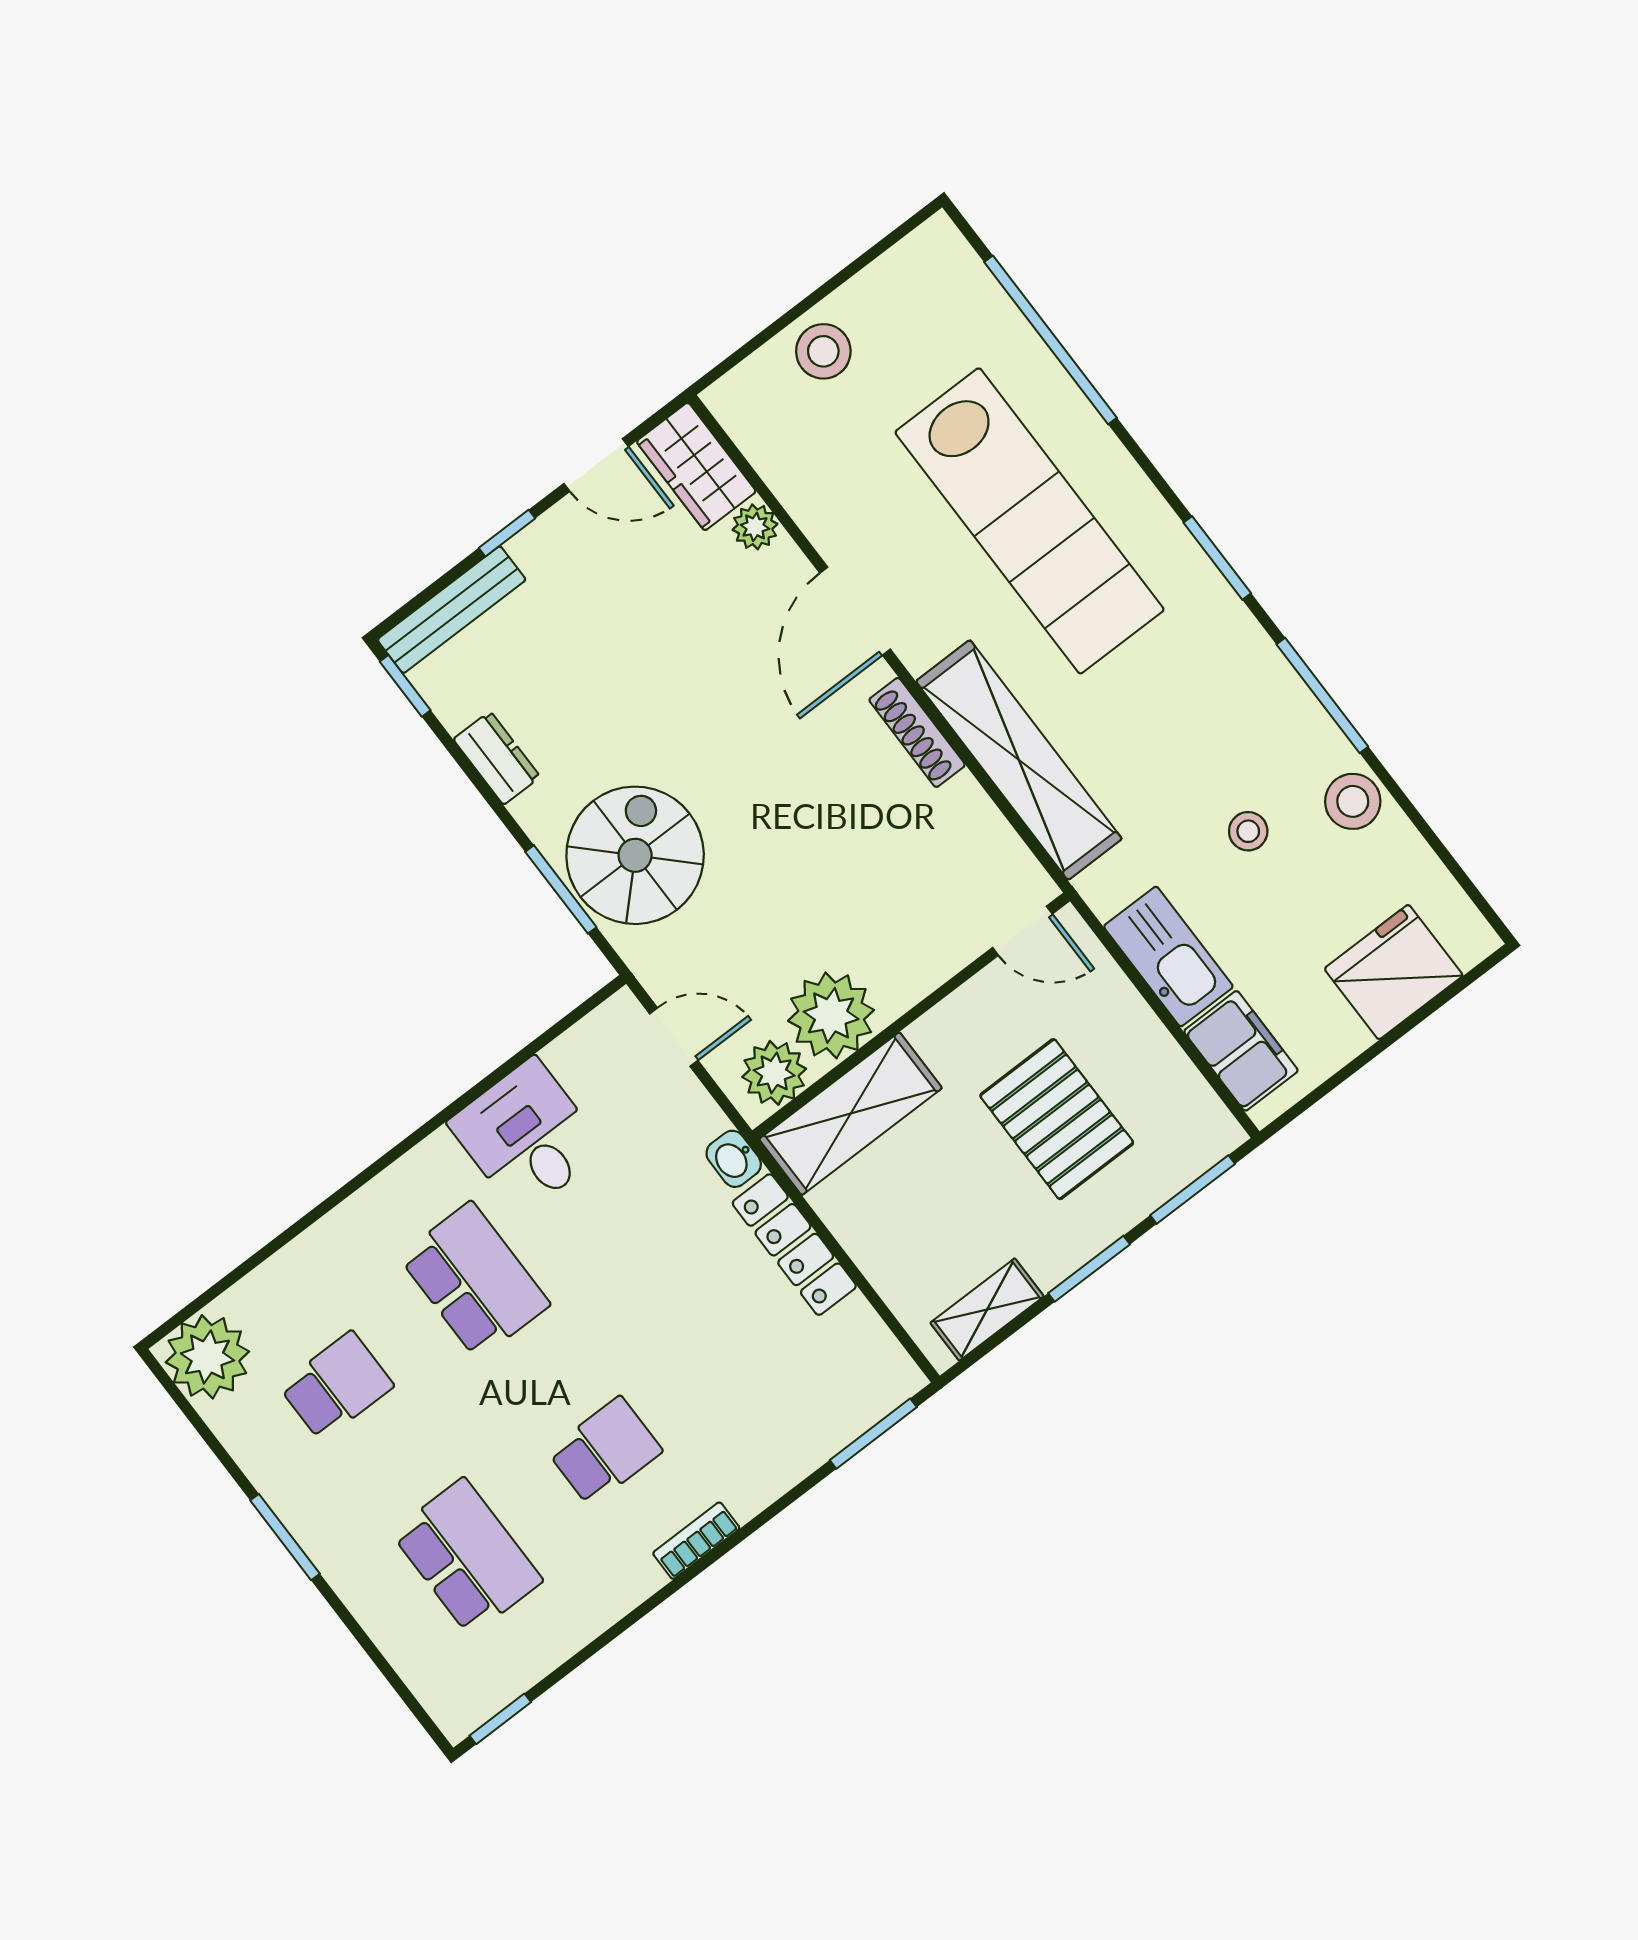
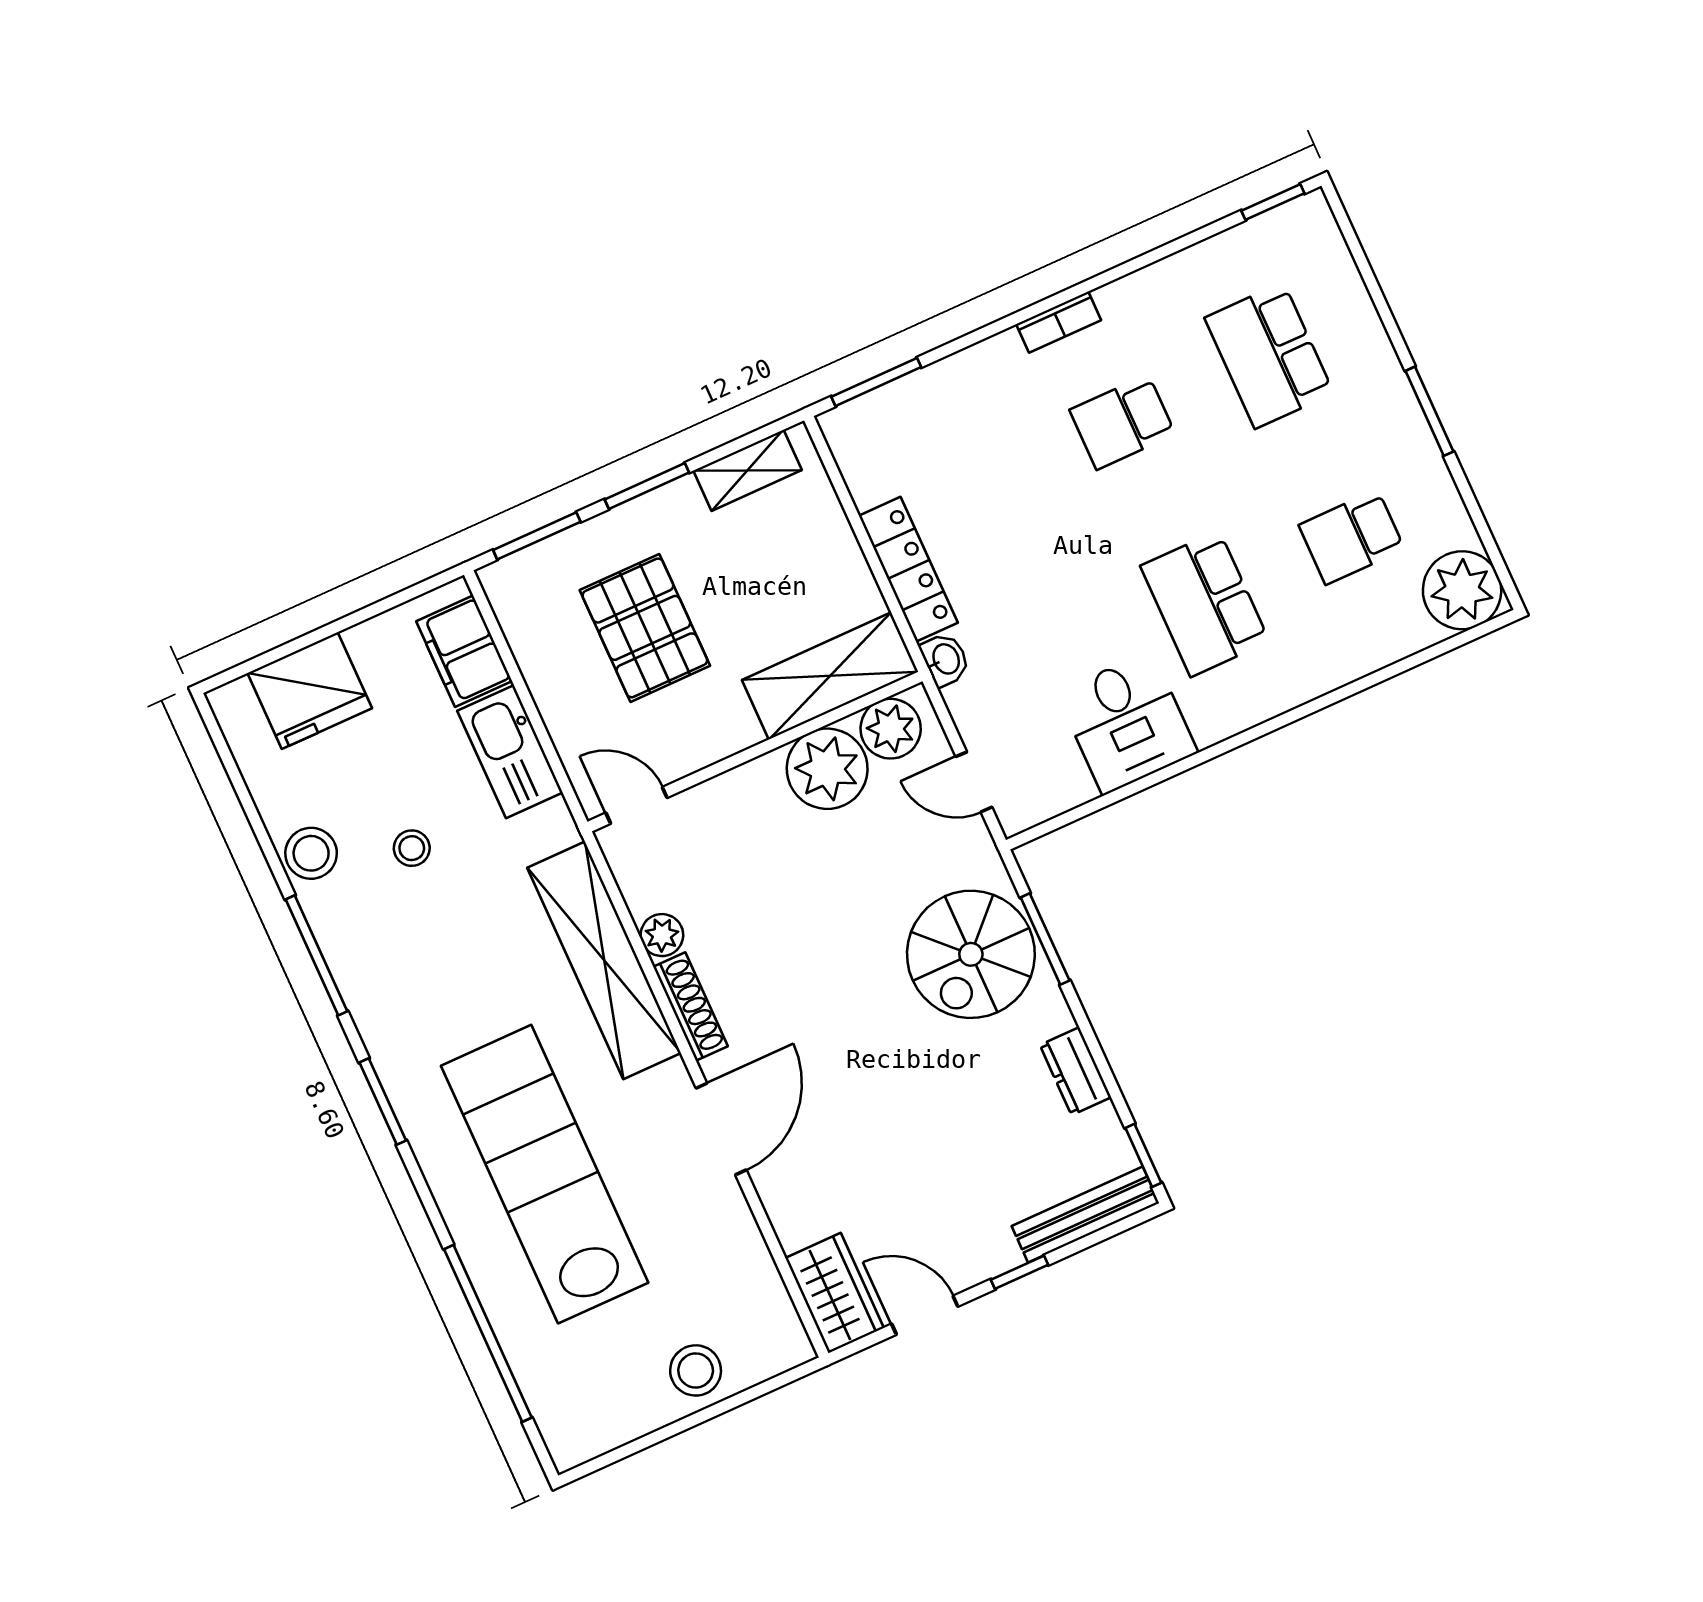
plant: (755, 527) -> (662, 935), moved

